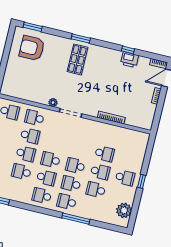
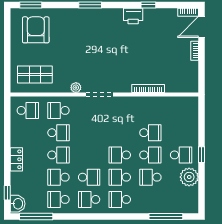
armchair: (32, 48) -> (36, 30), turned 90
shop shelf: (77, 59) -> (35, 74), moved, turned 90
printer: (130, 60) -> (133, 16), moved
school desk: (51, 160) -> (58, 199), moved
plant: (124, 210) -> (189, 177), moved
window: (76, 219) -> (166, 217), moved

